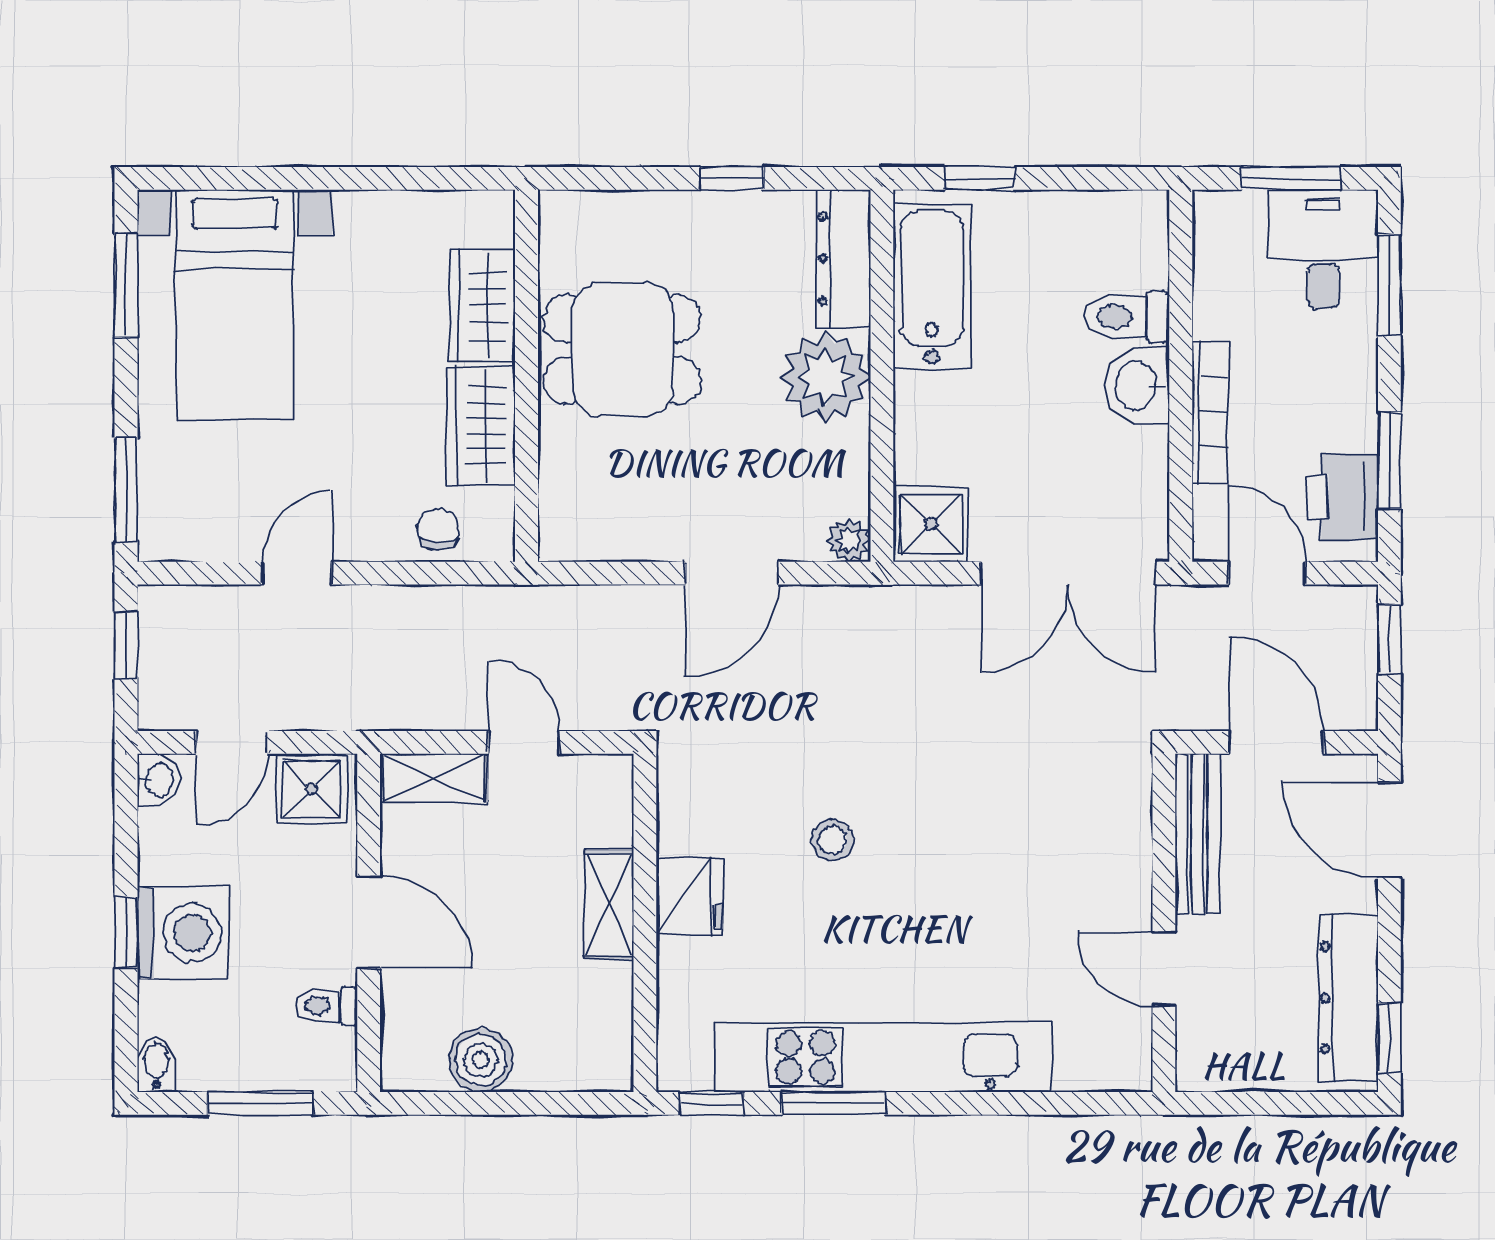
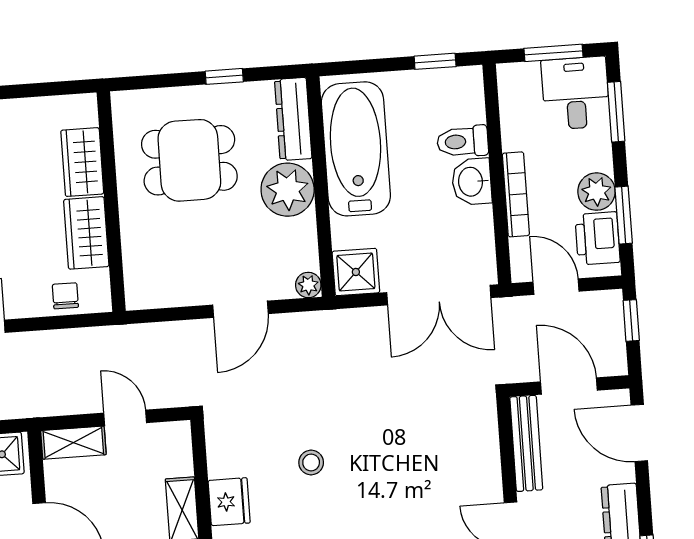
window: (980, 178) -> (435, 61), moved
bathtub: (932, 287) -> (356, 149), width x1.36, depth x1.36
dining table: (622, 350) -> (189, 160), moved
plant: (1347, 417) -> (596, 192), added

